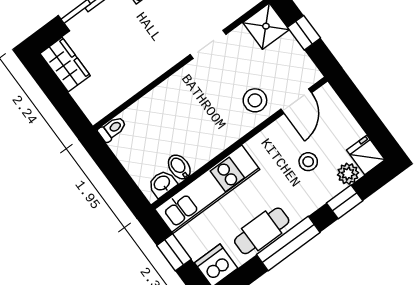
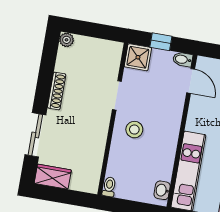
stool: (255, 100) -> (134, 130), moved
bidet: (179, 167) -> (183, 59), moved

